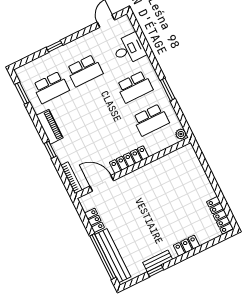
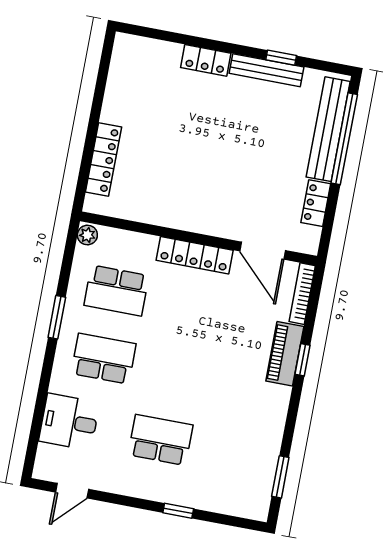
school desk: (51, 87) -> (230, 453), removed
school desk: (151, 120) -> (116, 291), turned 180
piano: (50, 127) -> (285, 354), moved
locker: (220, 215) -> (103, 159), moved
bench: (158, 261) -> (267, 70), width x1.36

